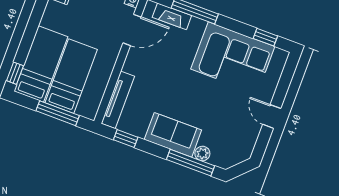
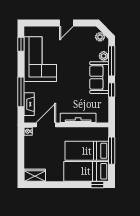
door: (132, 30) -> (46, 125), hinge flipped
tv unit: (118, 100) -> (78, 118), moved
window: (126, 138) -> (112, 90), moved
plant: (233, 159) -> (100, 37), added

